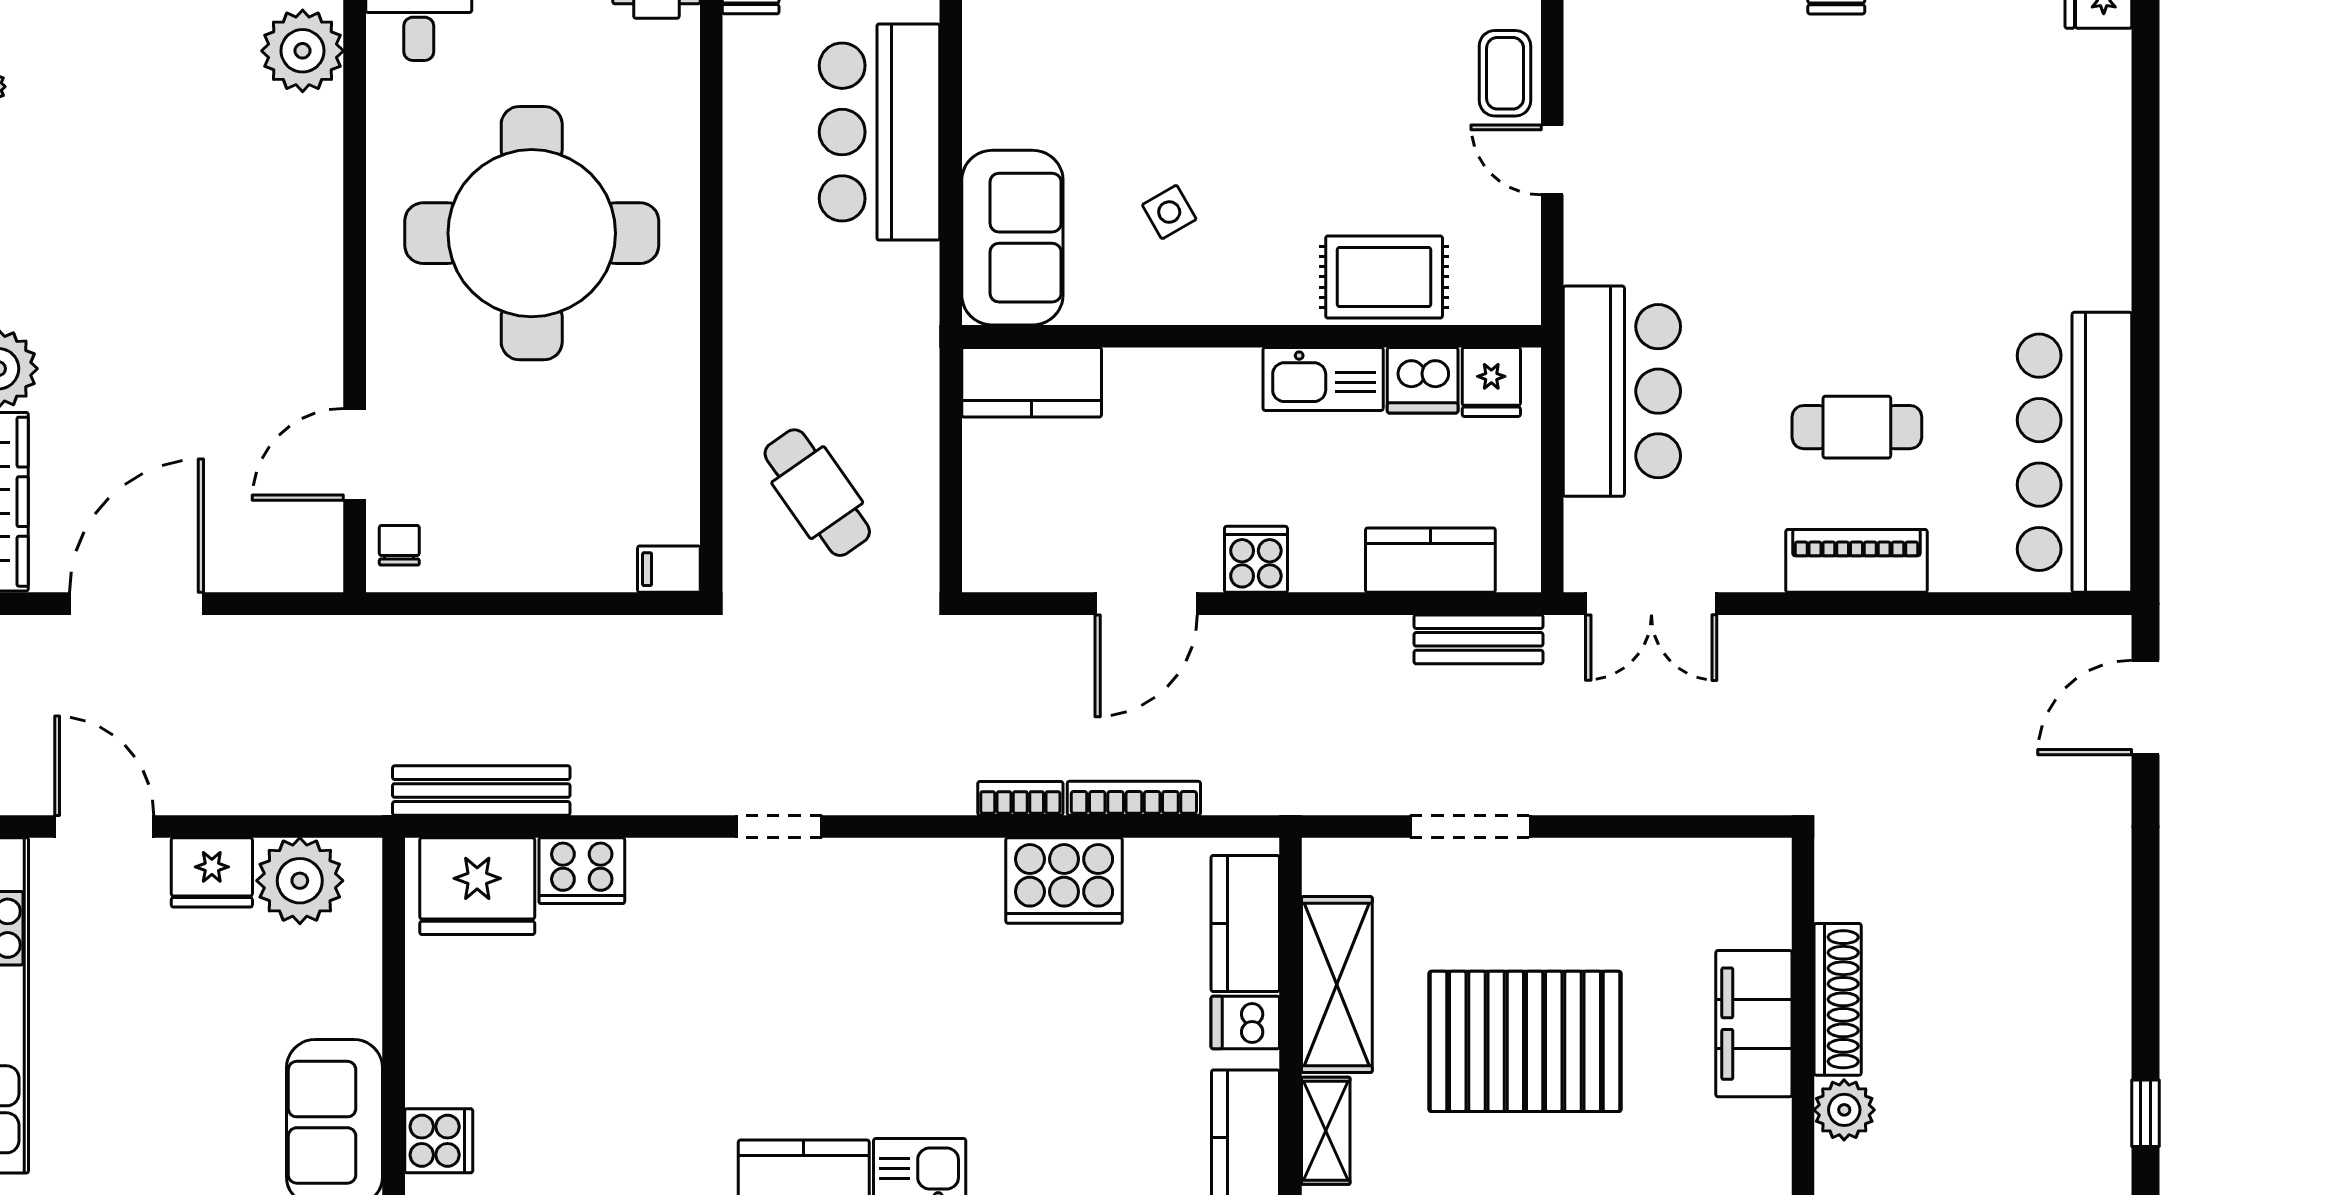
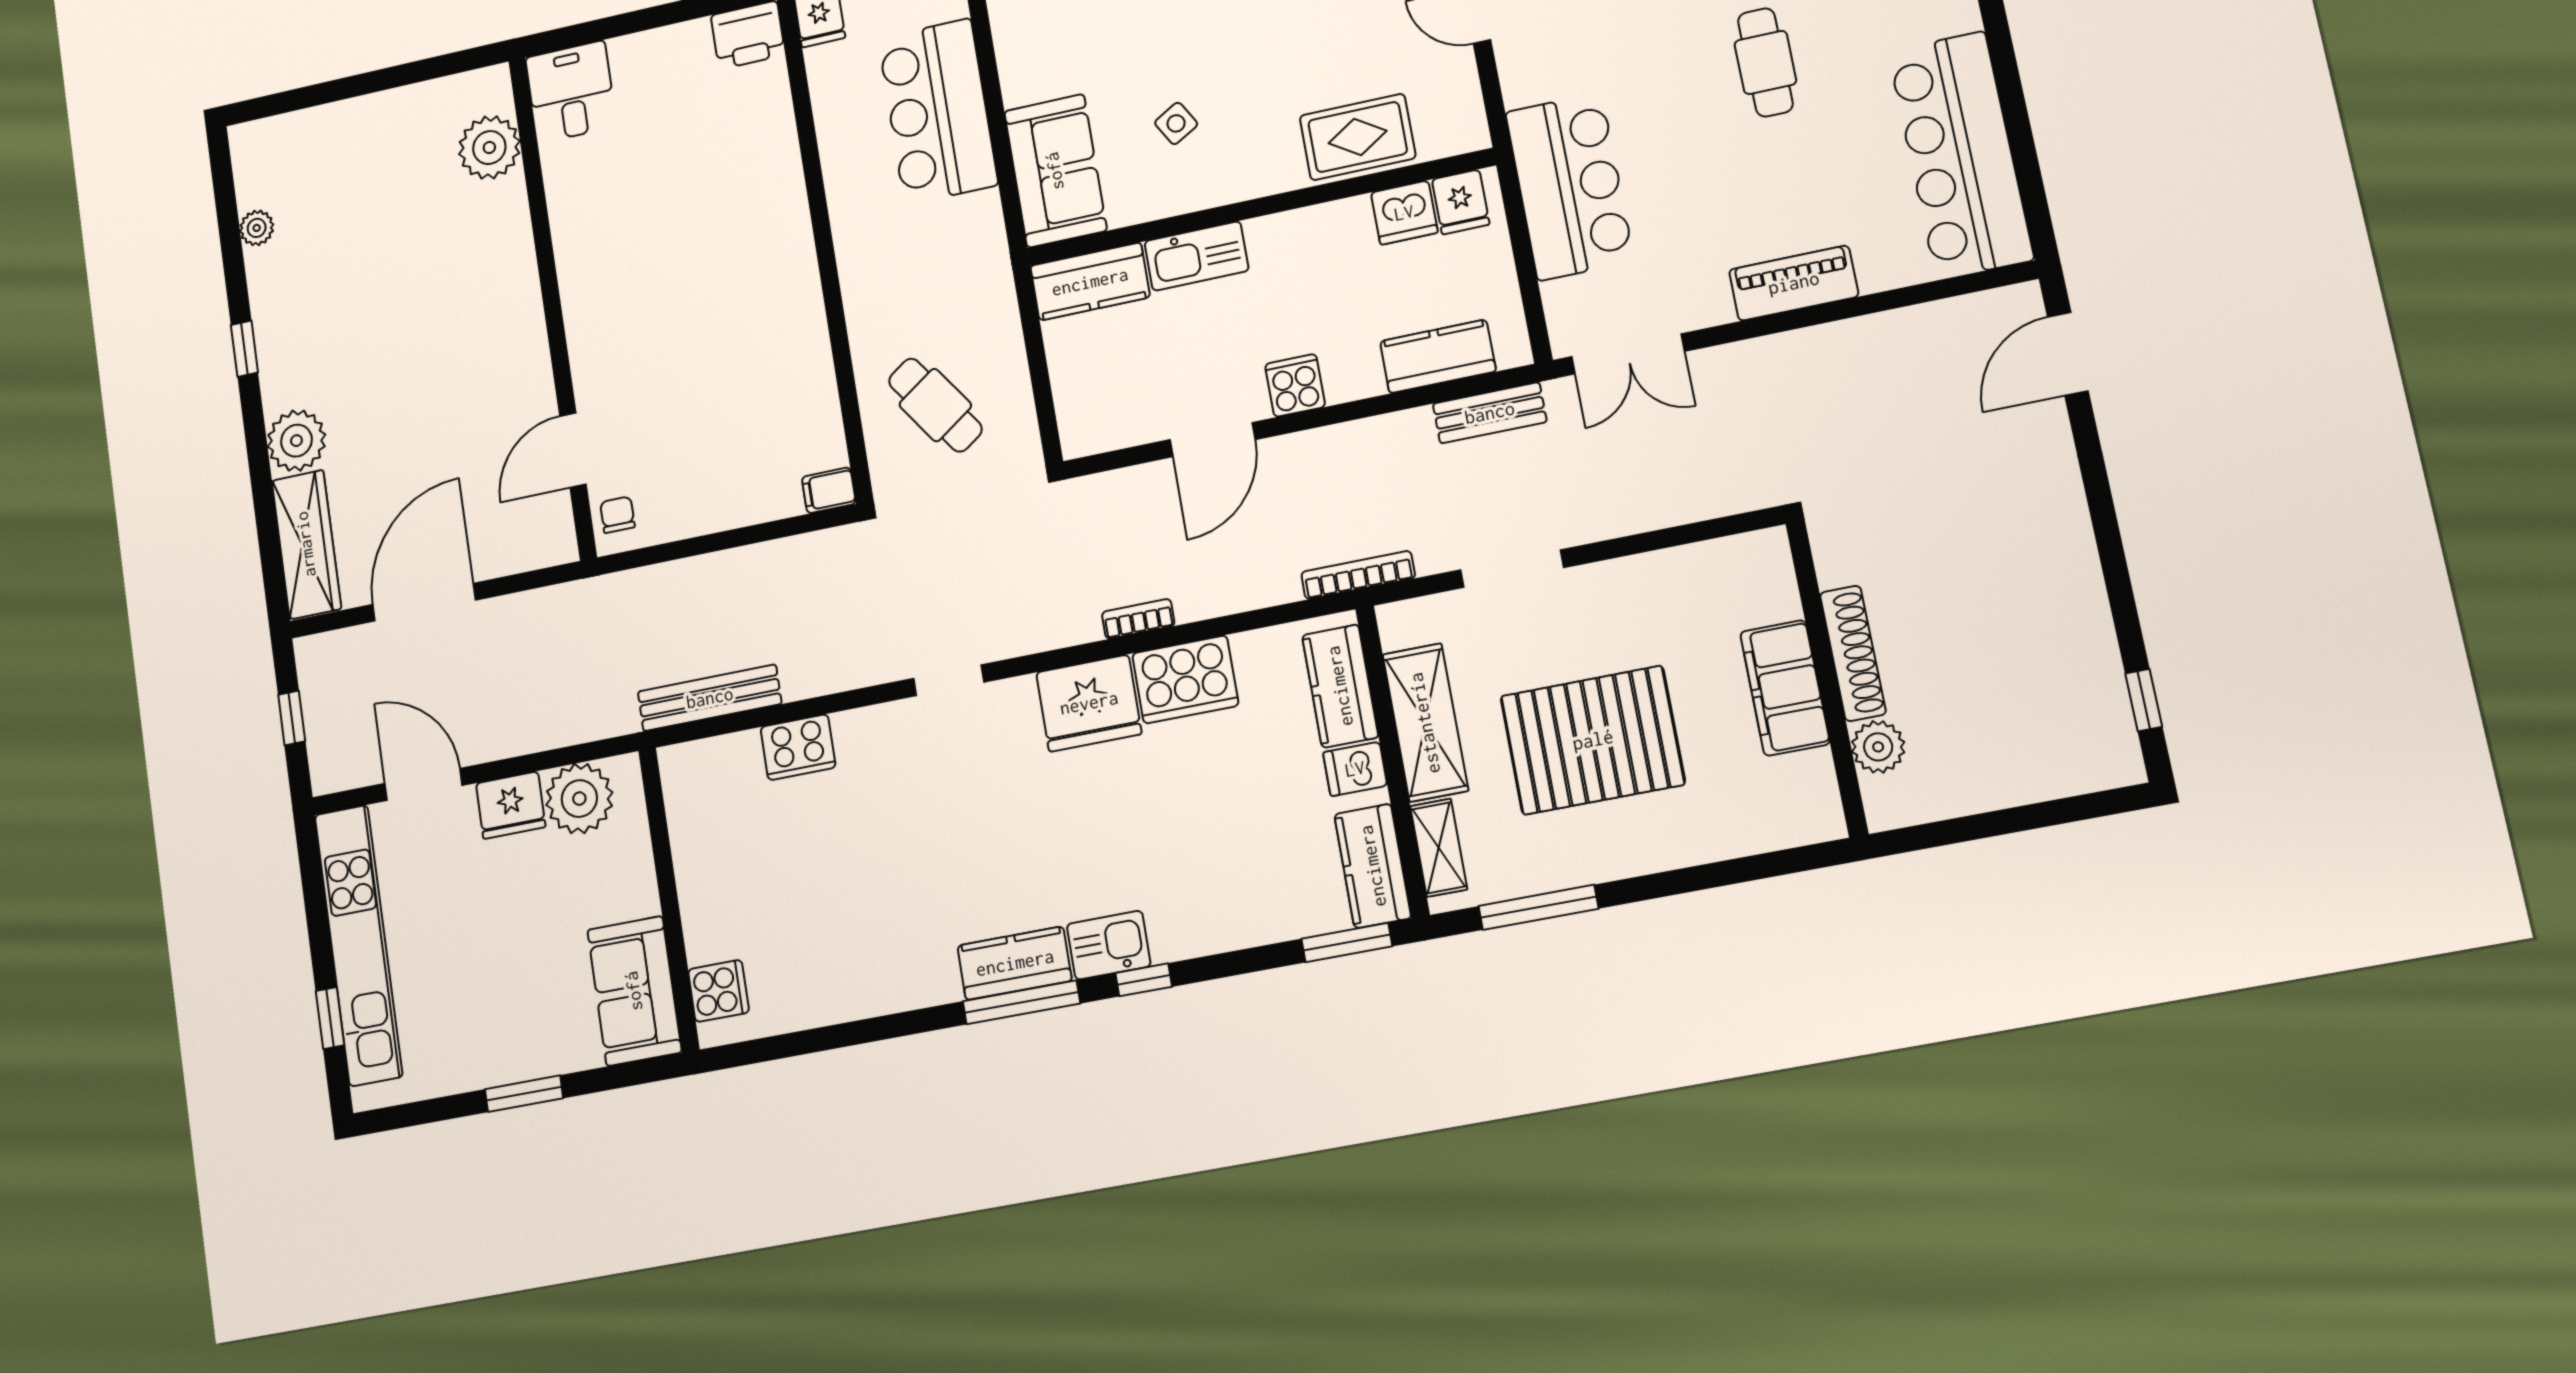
round table: (532, 233) -> (682, 249), removed
kitchen sink: (1323, 379) -> (1197, 256), moved
cafe table: (1857, 427) -> (1765, 62), moved, turned 90
bookcase: (1134, 798) -> (1358, 575), moved
fridge: (477, 886) -> (1089, 703), moved

